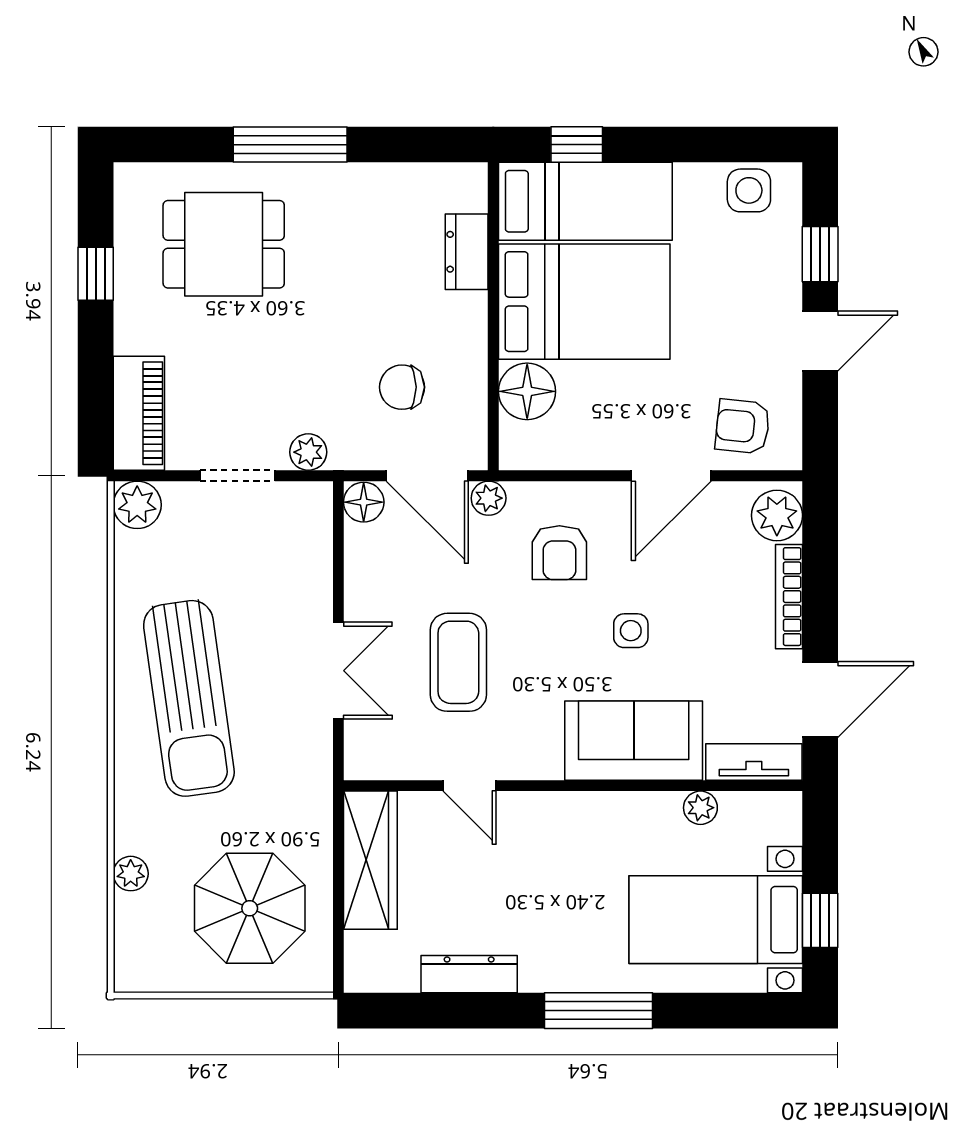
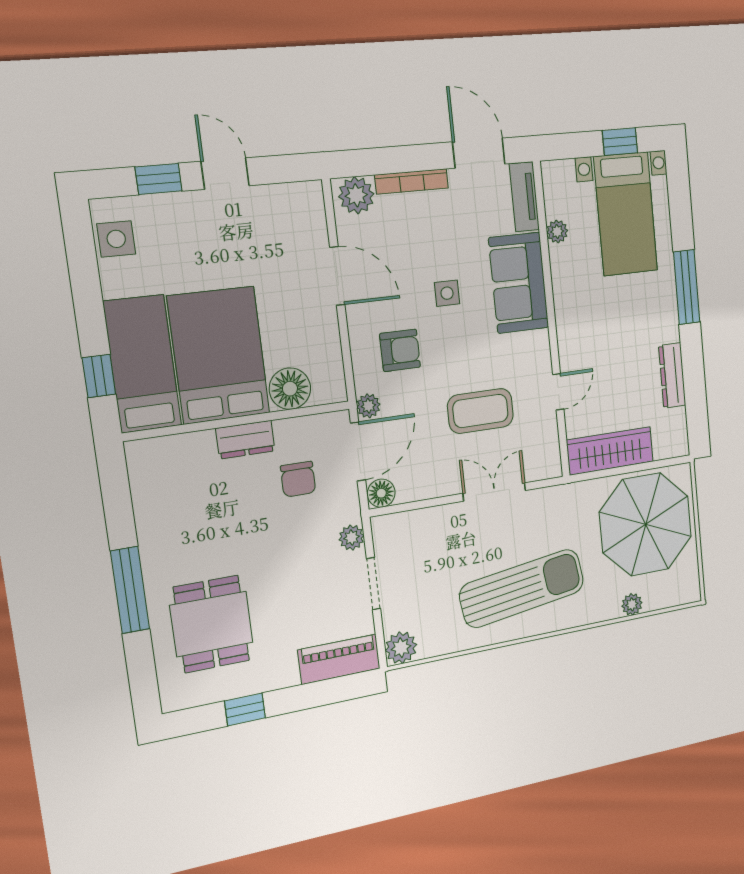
dresser: (467, 252) -> (245, 440), moved
armchair: (743, 426) -> (296, 227), removed
parasol: (250, 908) -> (646, 524), width x1.36, depth x1.36

